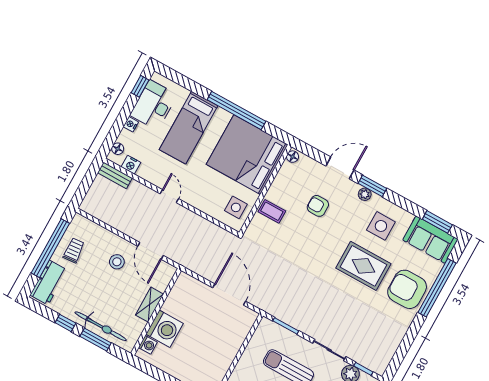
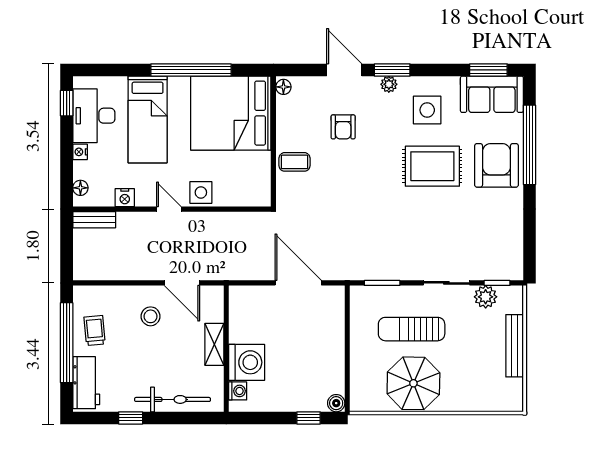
nightstand: (131, 165) -> (125, 198), moved
door: (340, 168) -> (344, 70), hinge flipped
armchair: (318, 206) -> (343, 127), turned -90
side table: (236, 207) -> (201, 192), moved
armchair: (407, 289) -> (496, 165), turned 90
window: (96, 340) -> (175, 418), removed

